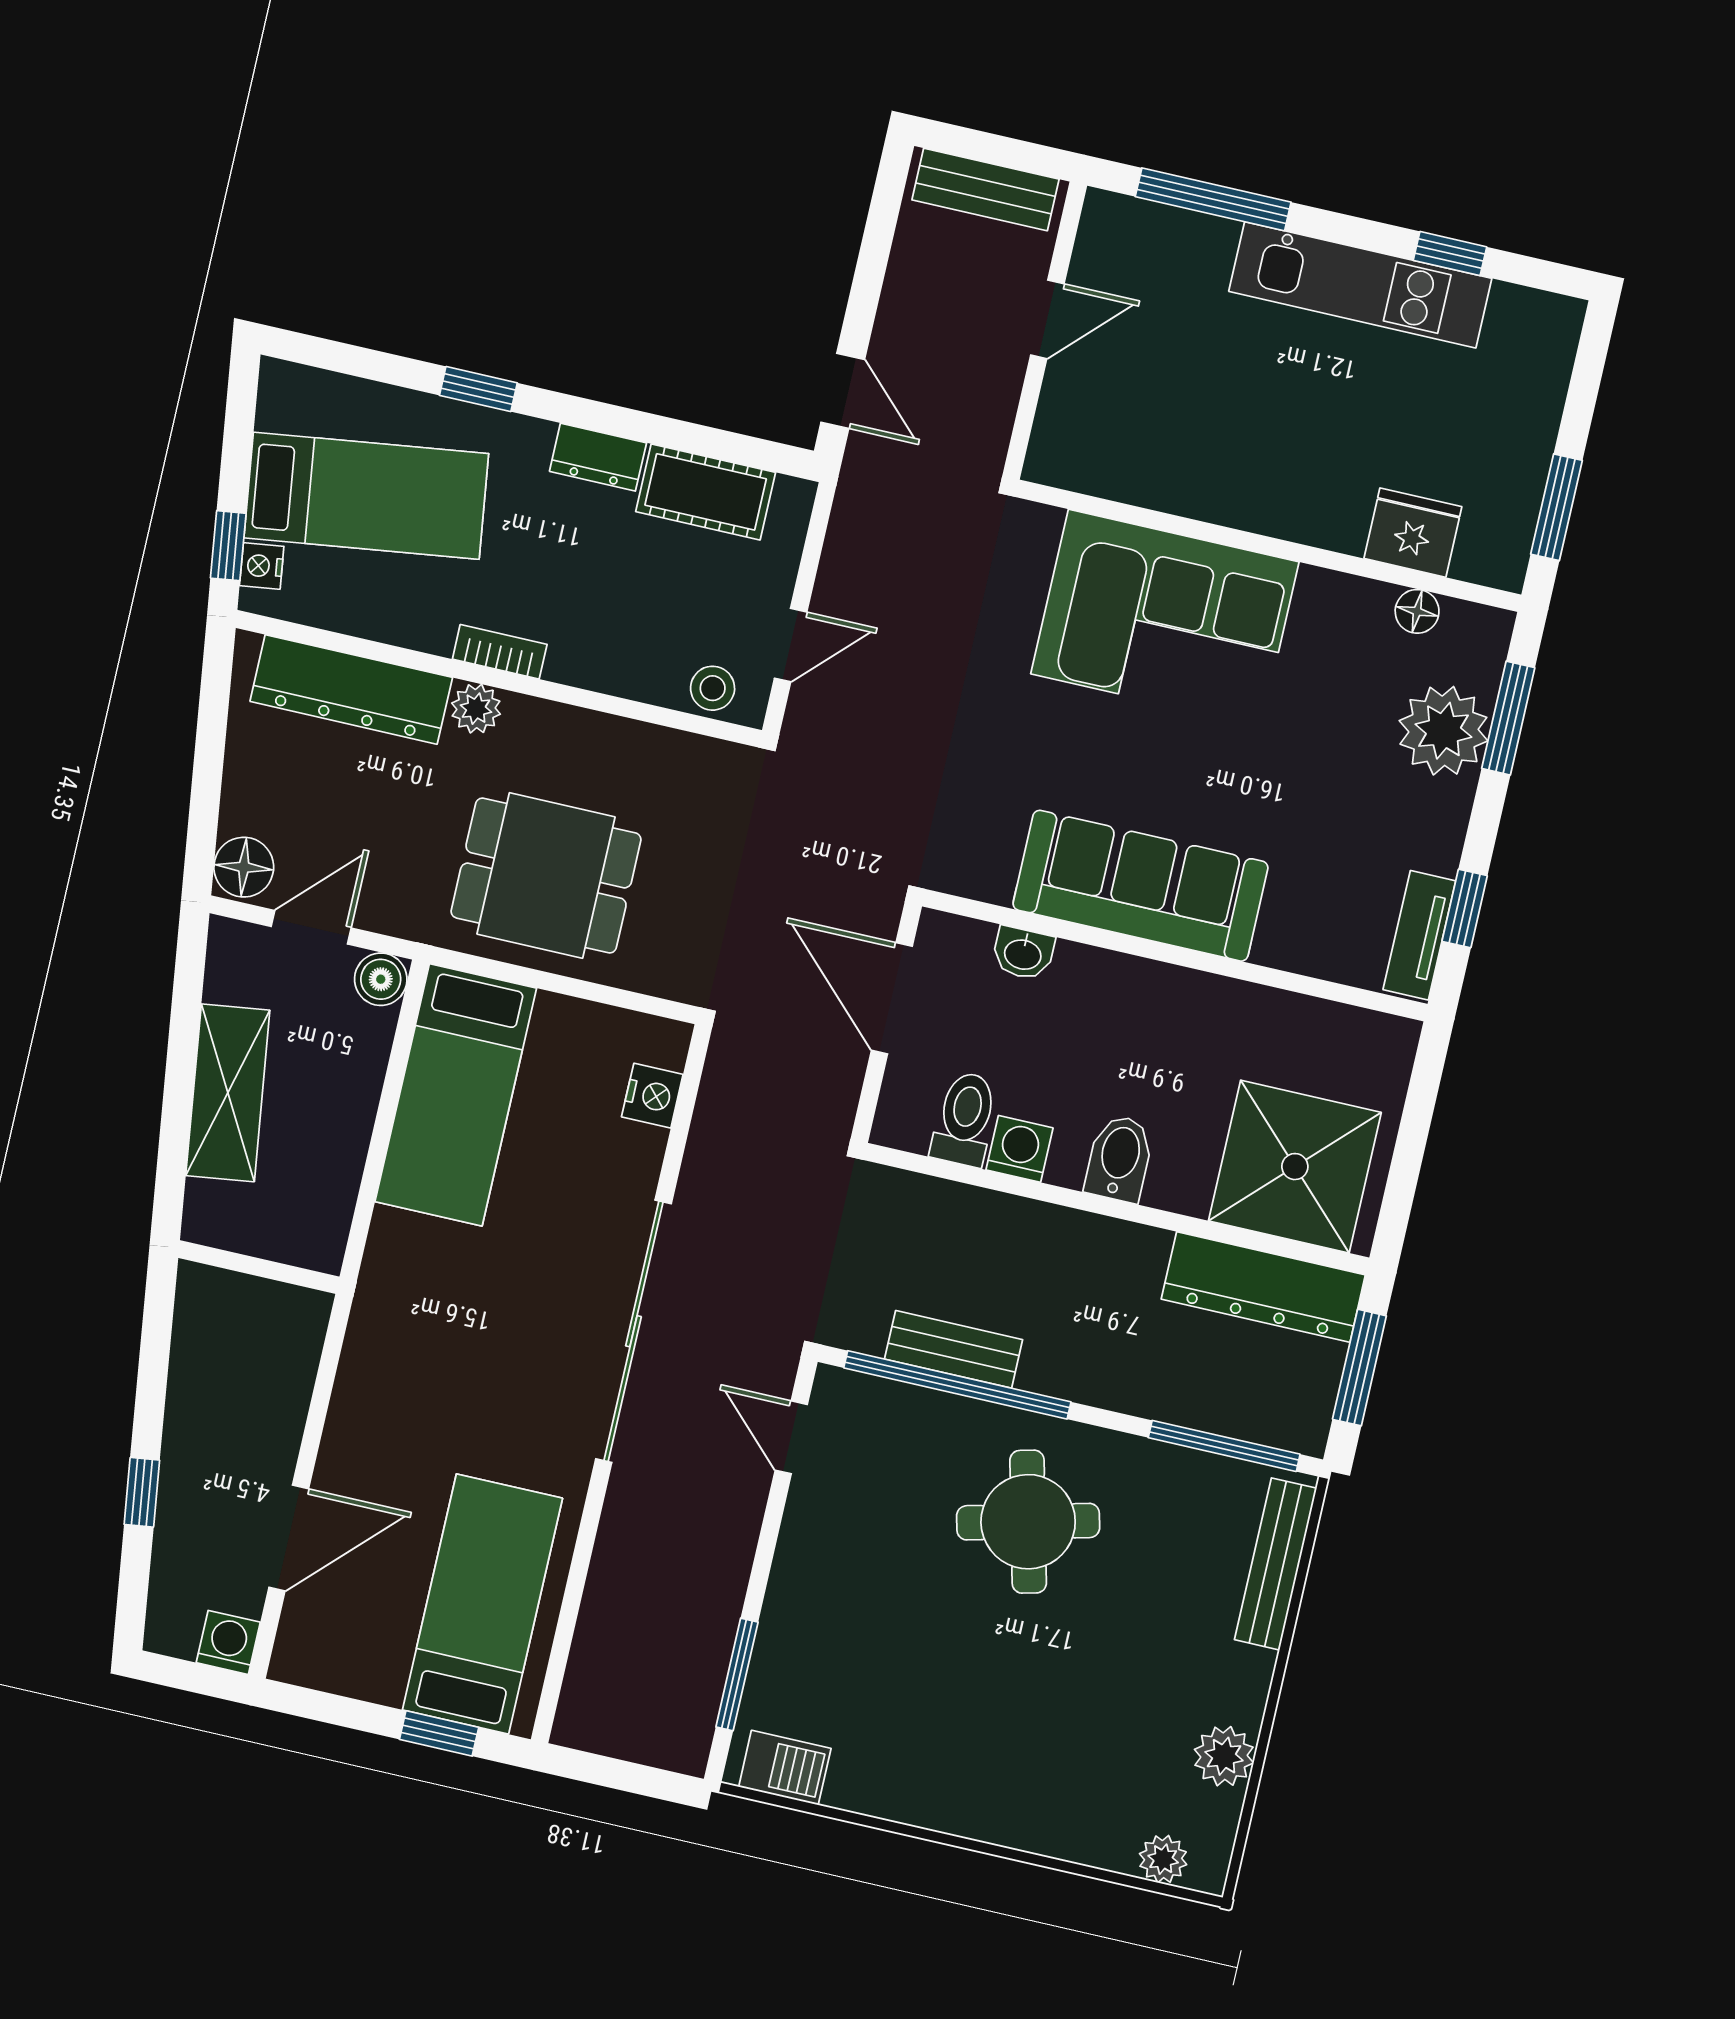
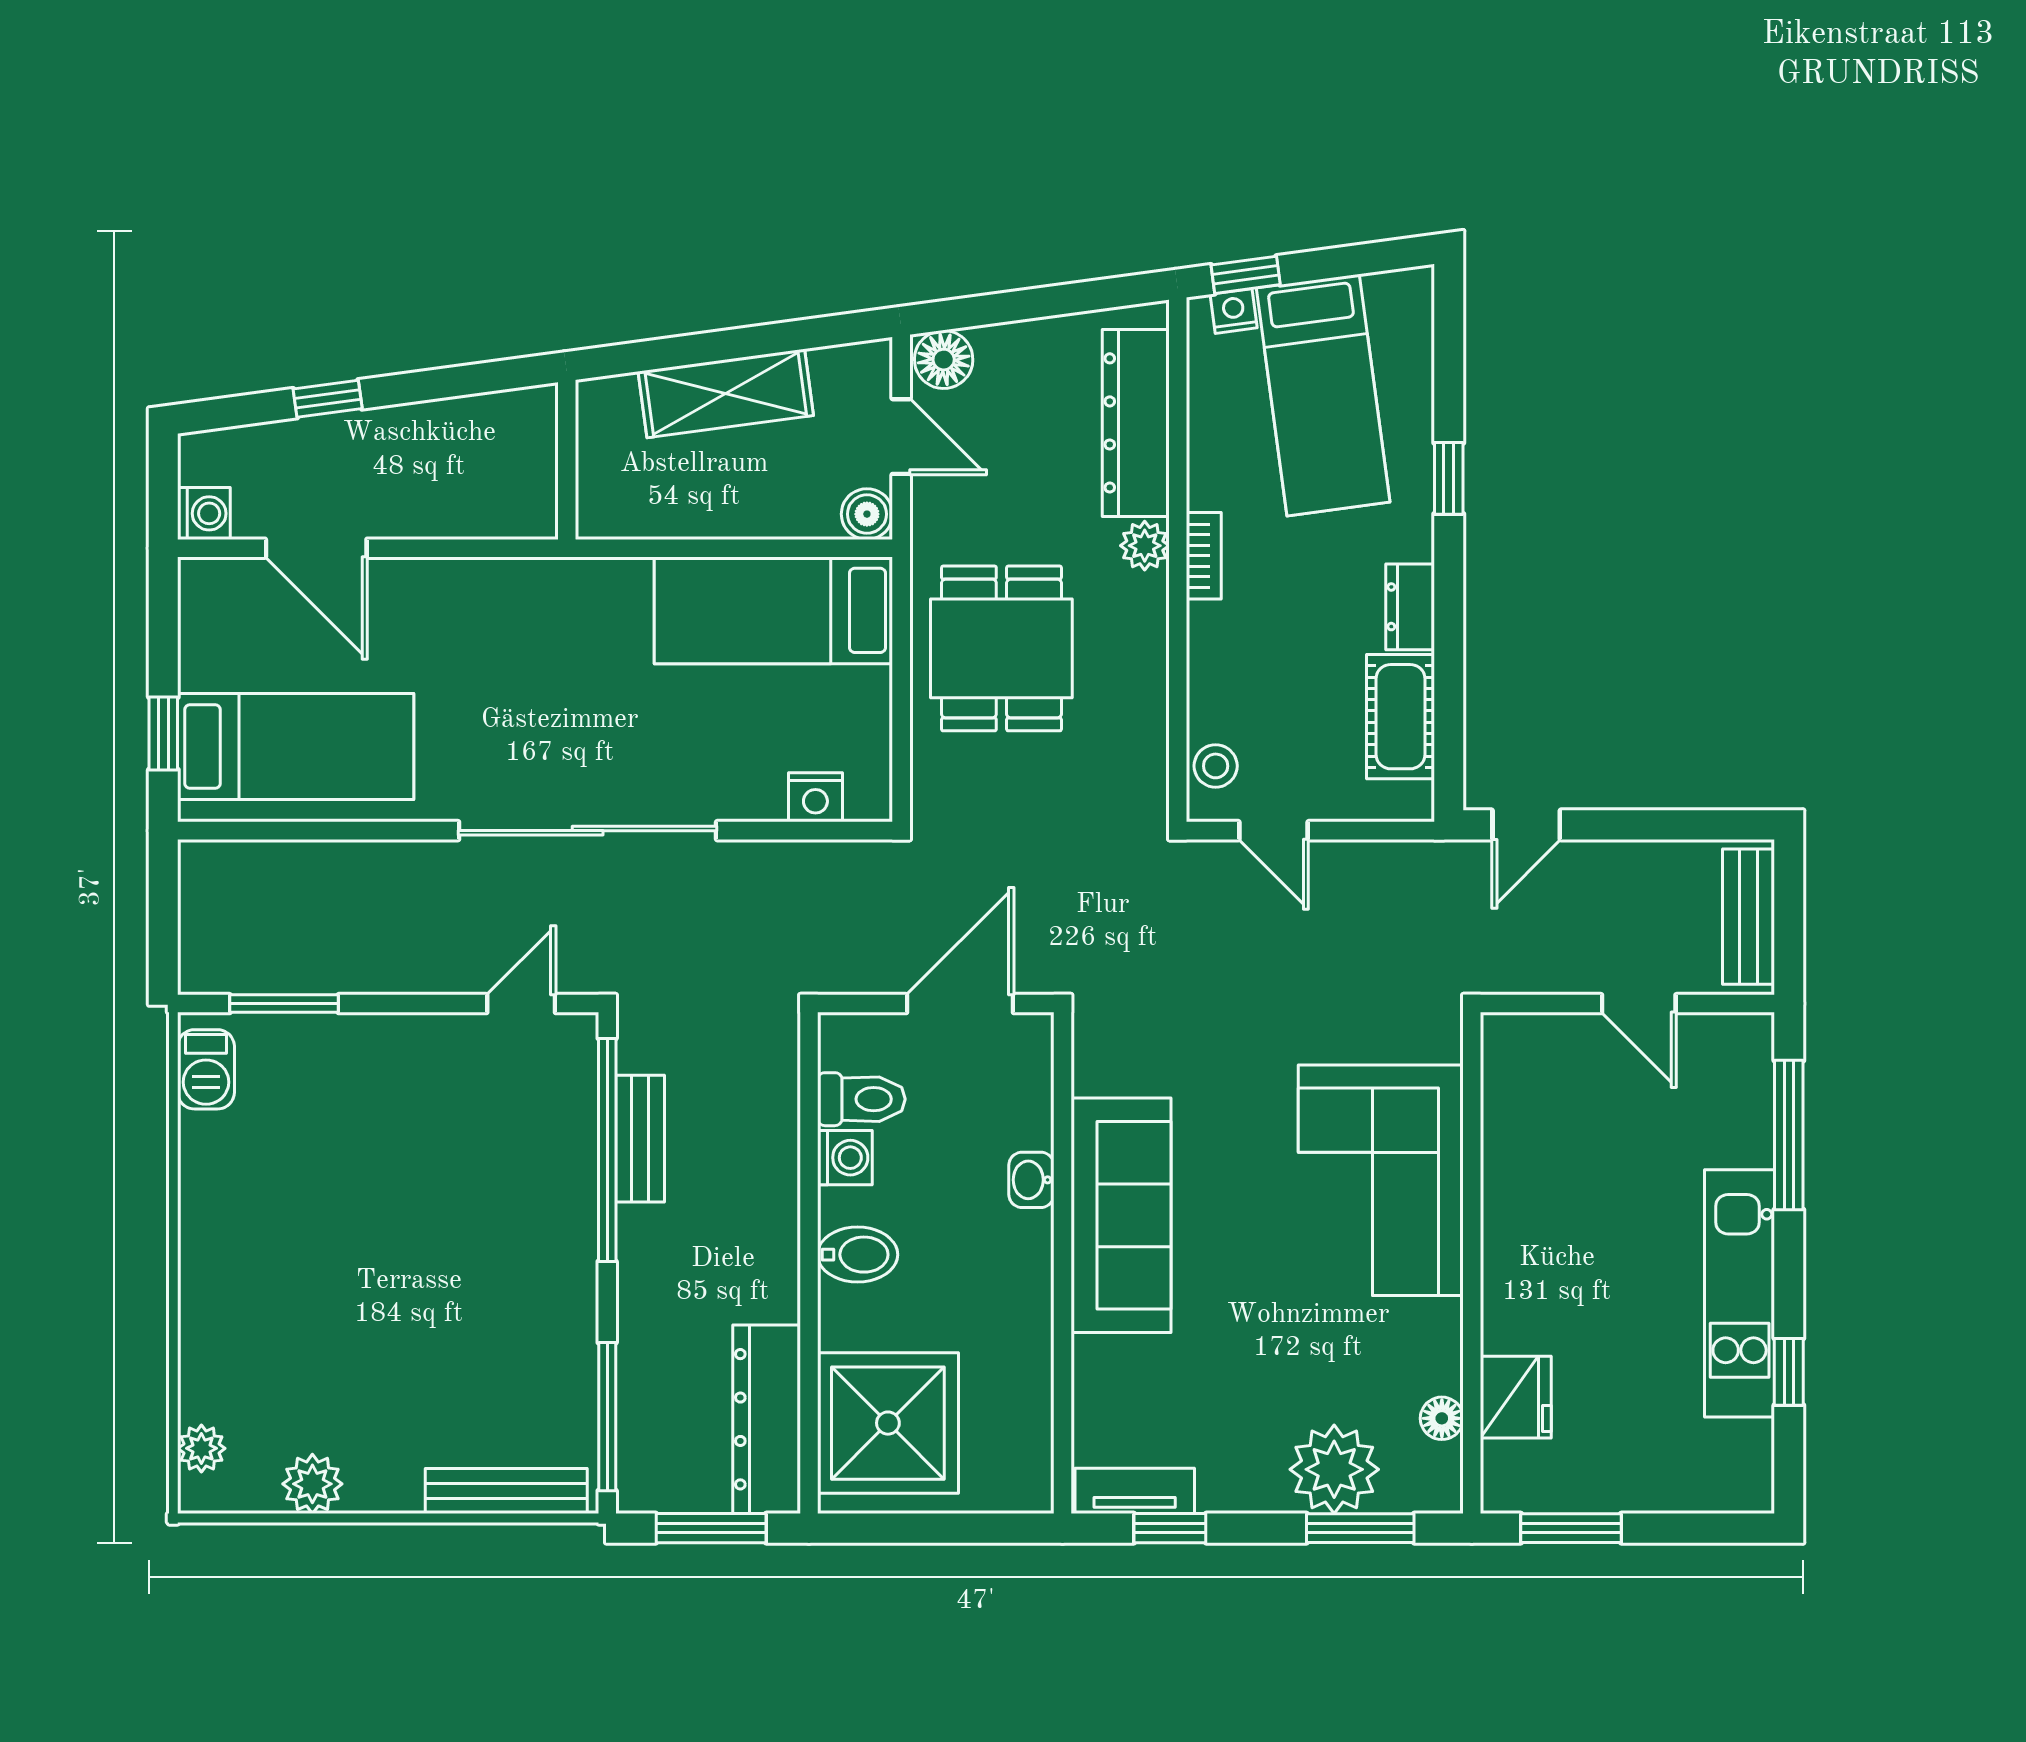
washbasin: (1023, 953) -> (1031, 1180), moved
round table: (1028, 1522) -> (493, 1247), removed

